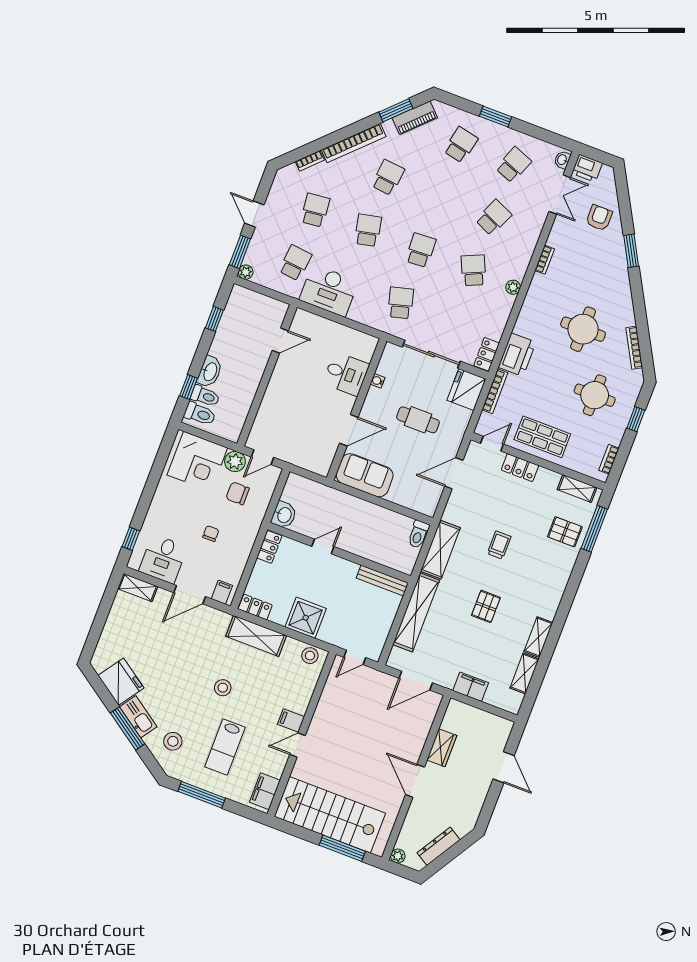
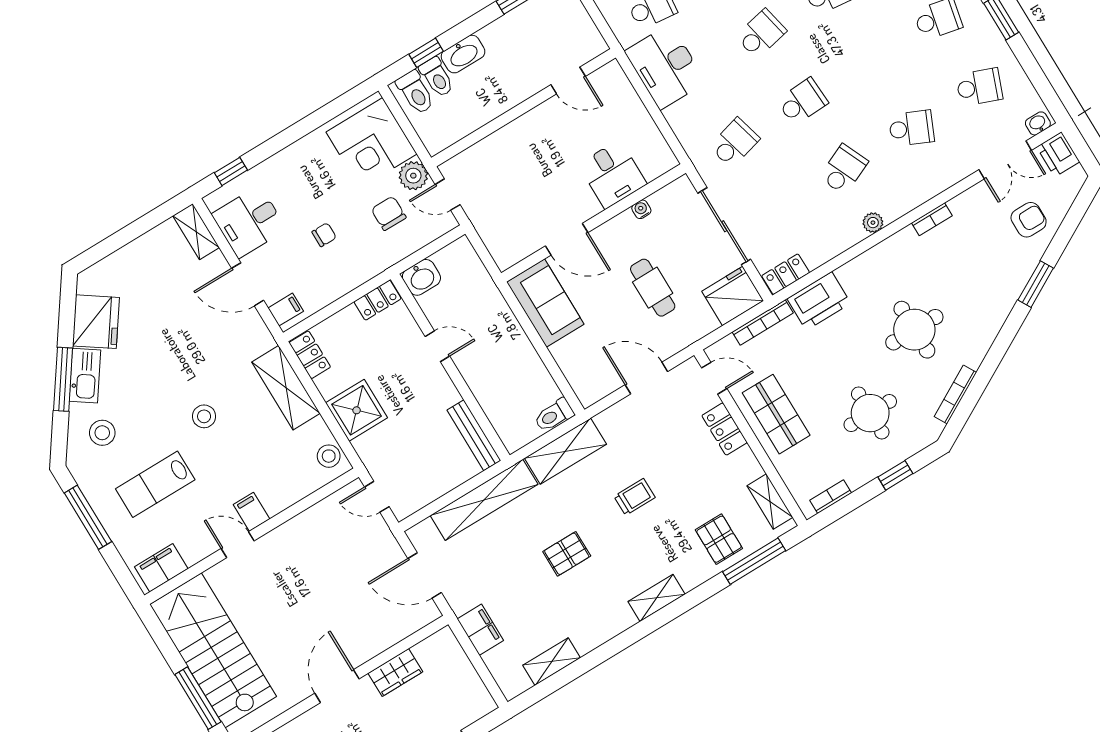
shelving: (538, 637) -> (656, 598), moved

